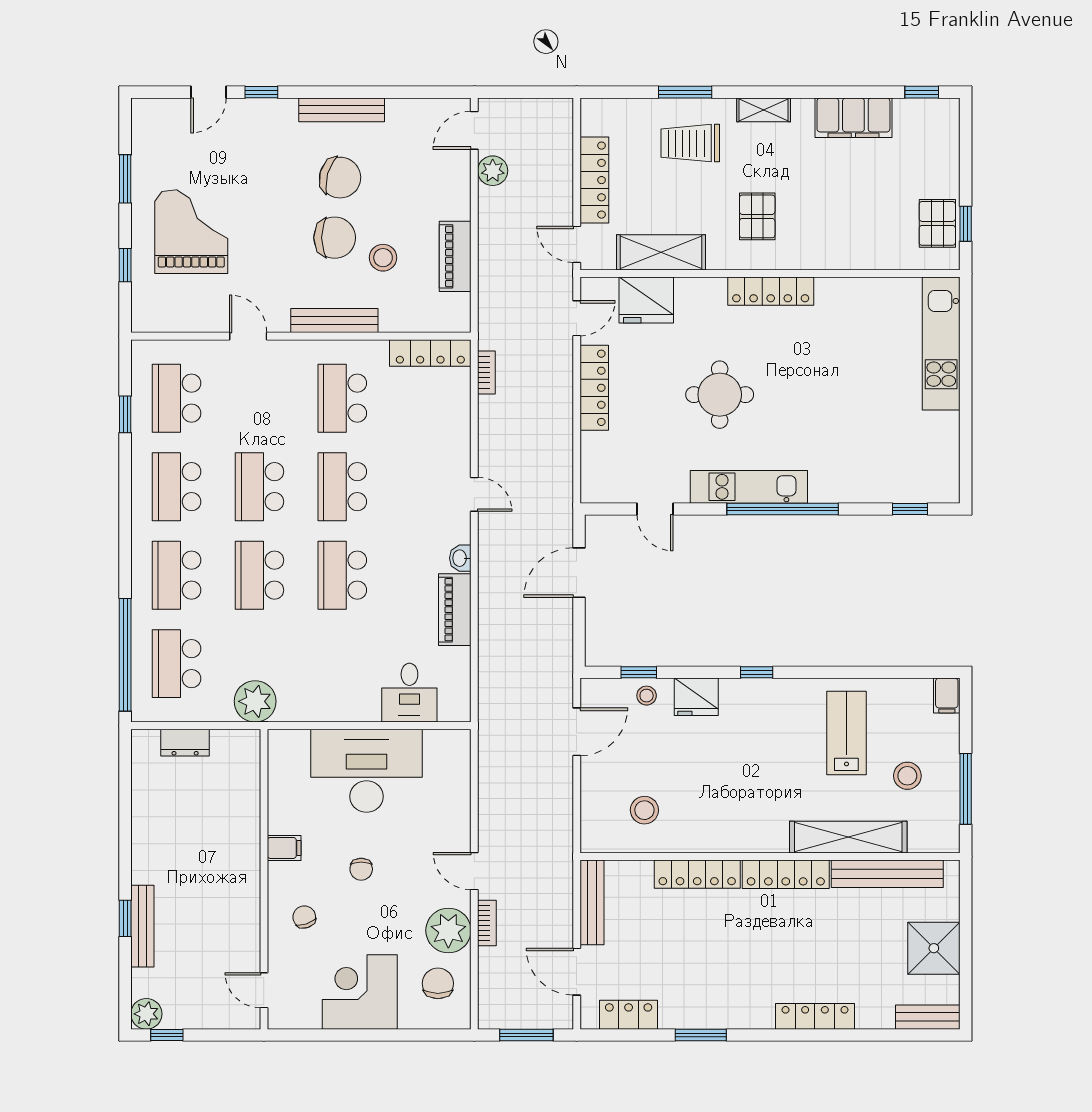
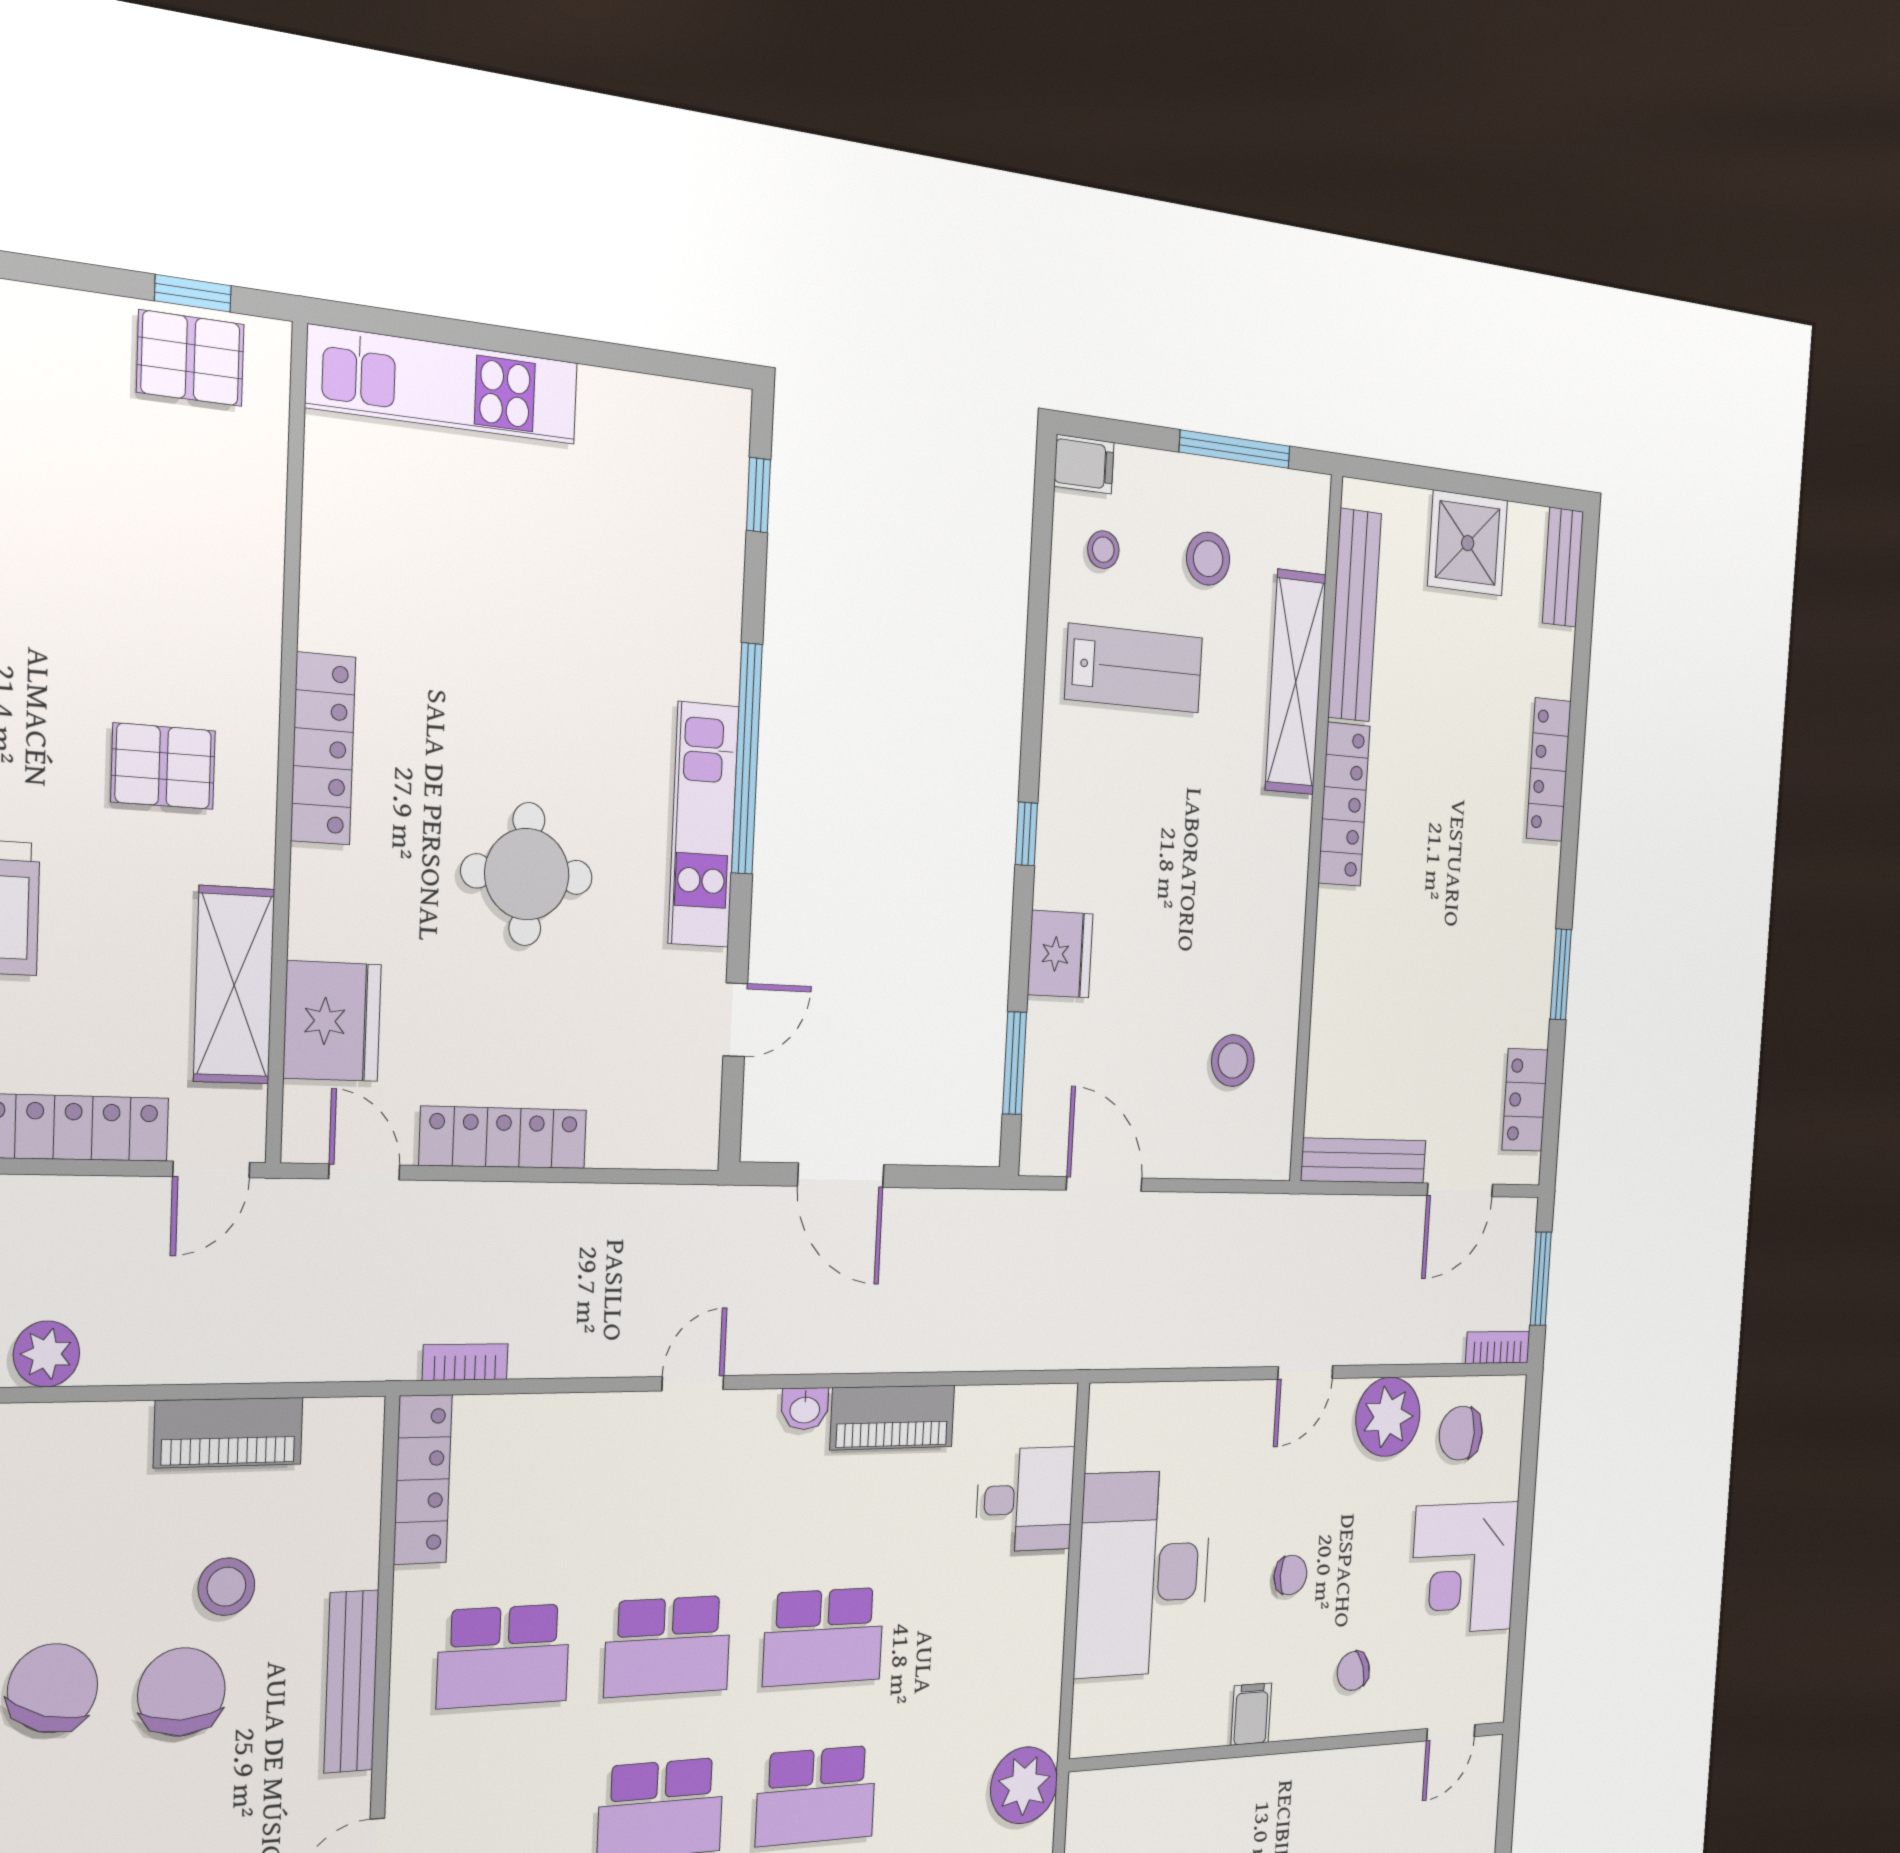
window: (639, 672) -> (1015, 1063), width x1.50
stool: (647, 696) -> (1103, 550), moved
lab bench: (846, 733) -> (1134, 668), turned 180
locker: (697, 874) -> (1334, 968), removed
bookcase: (487, 923) -> (1498, 1347), moved

